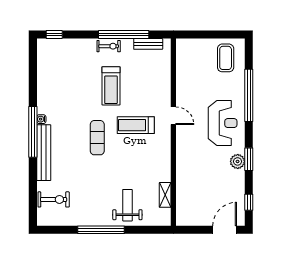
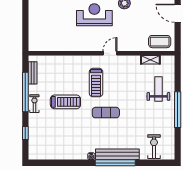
window: (54, 35) -> (25, 133), moved
coffee table: (226, 58) -> (160, 42), moved
door: (173, 116) -> (110, 53), moved
window: (33, 132) -> (115, 163), moved
weight bench: (127, 205) -> (158, 89), turned 90

